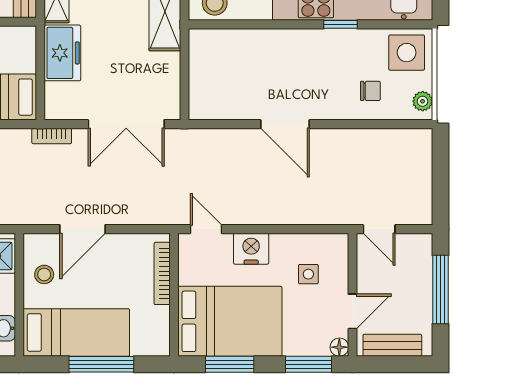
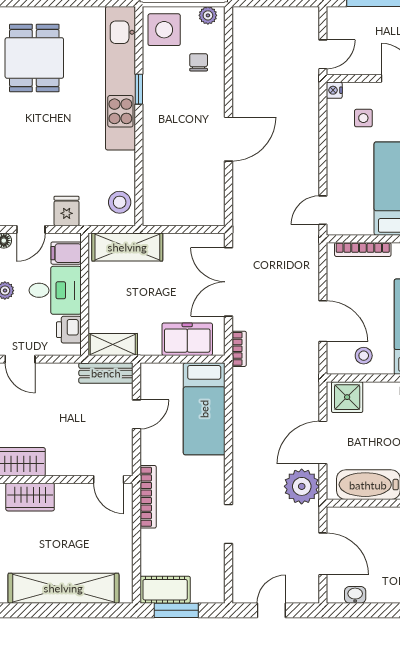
freezer: (62, 53) -> (187, 339), moved
double door: (126, 124) -> (228, 282), swing flipped
nightstand: (251, 249) -> (334, 90), moved, width x0.53, depth x0.56

